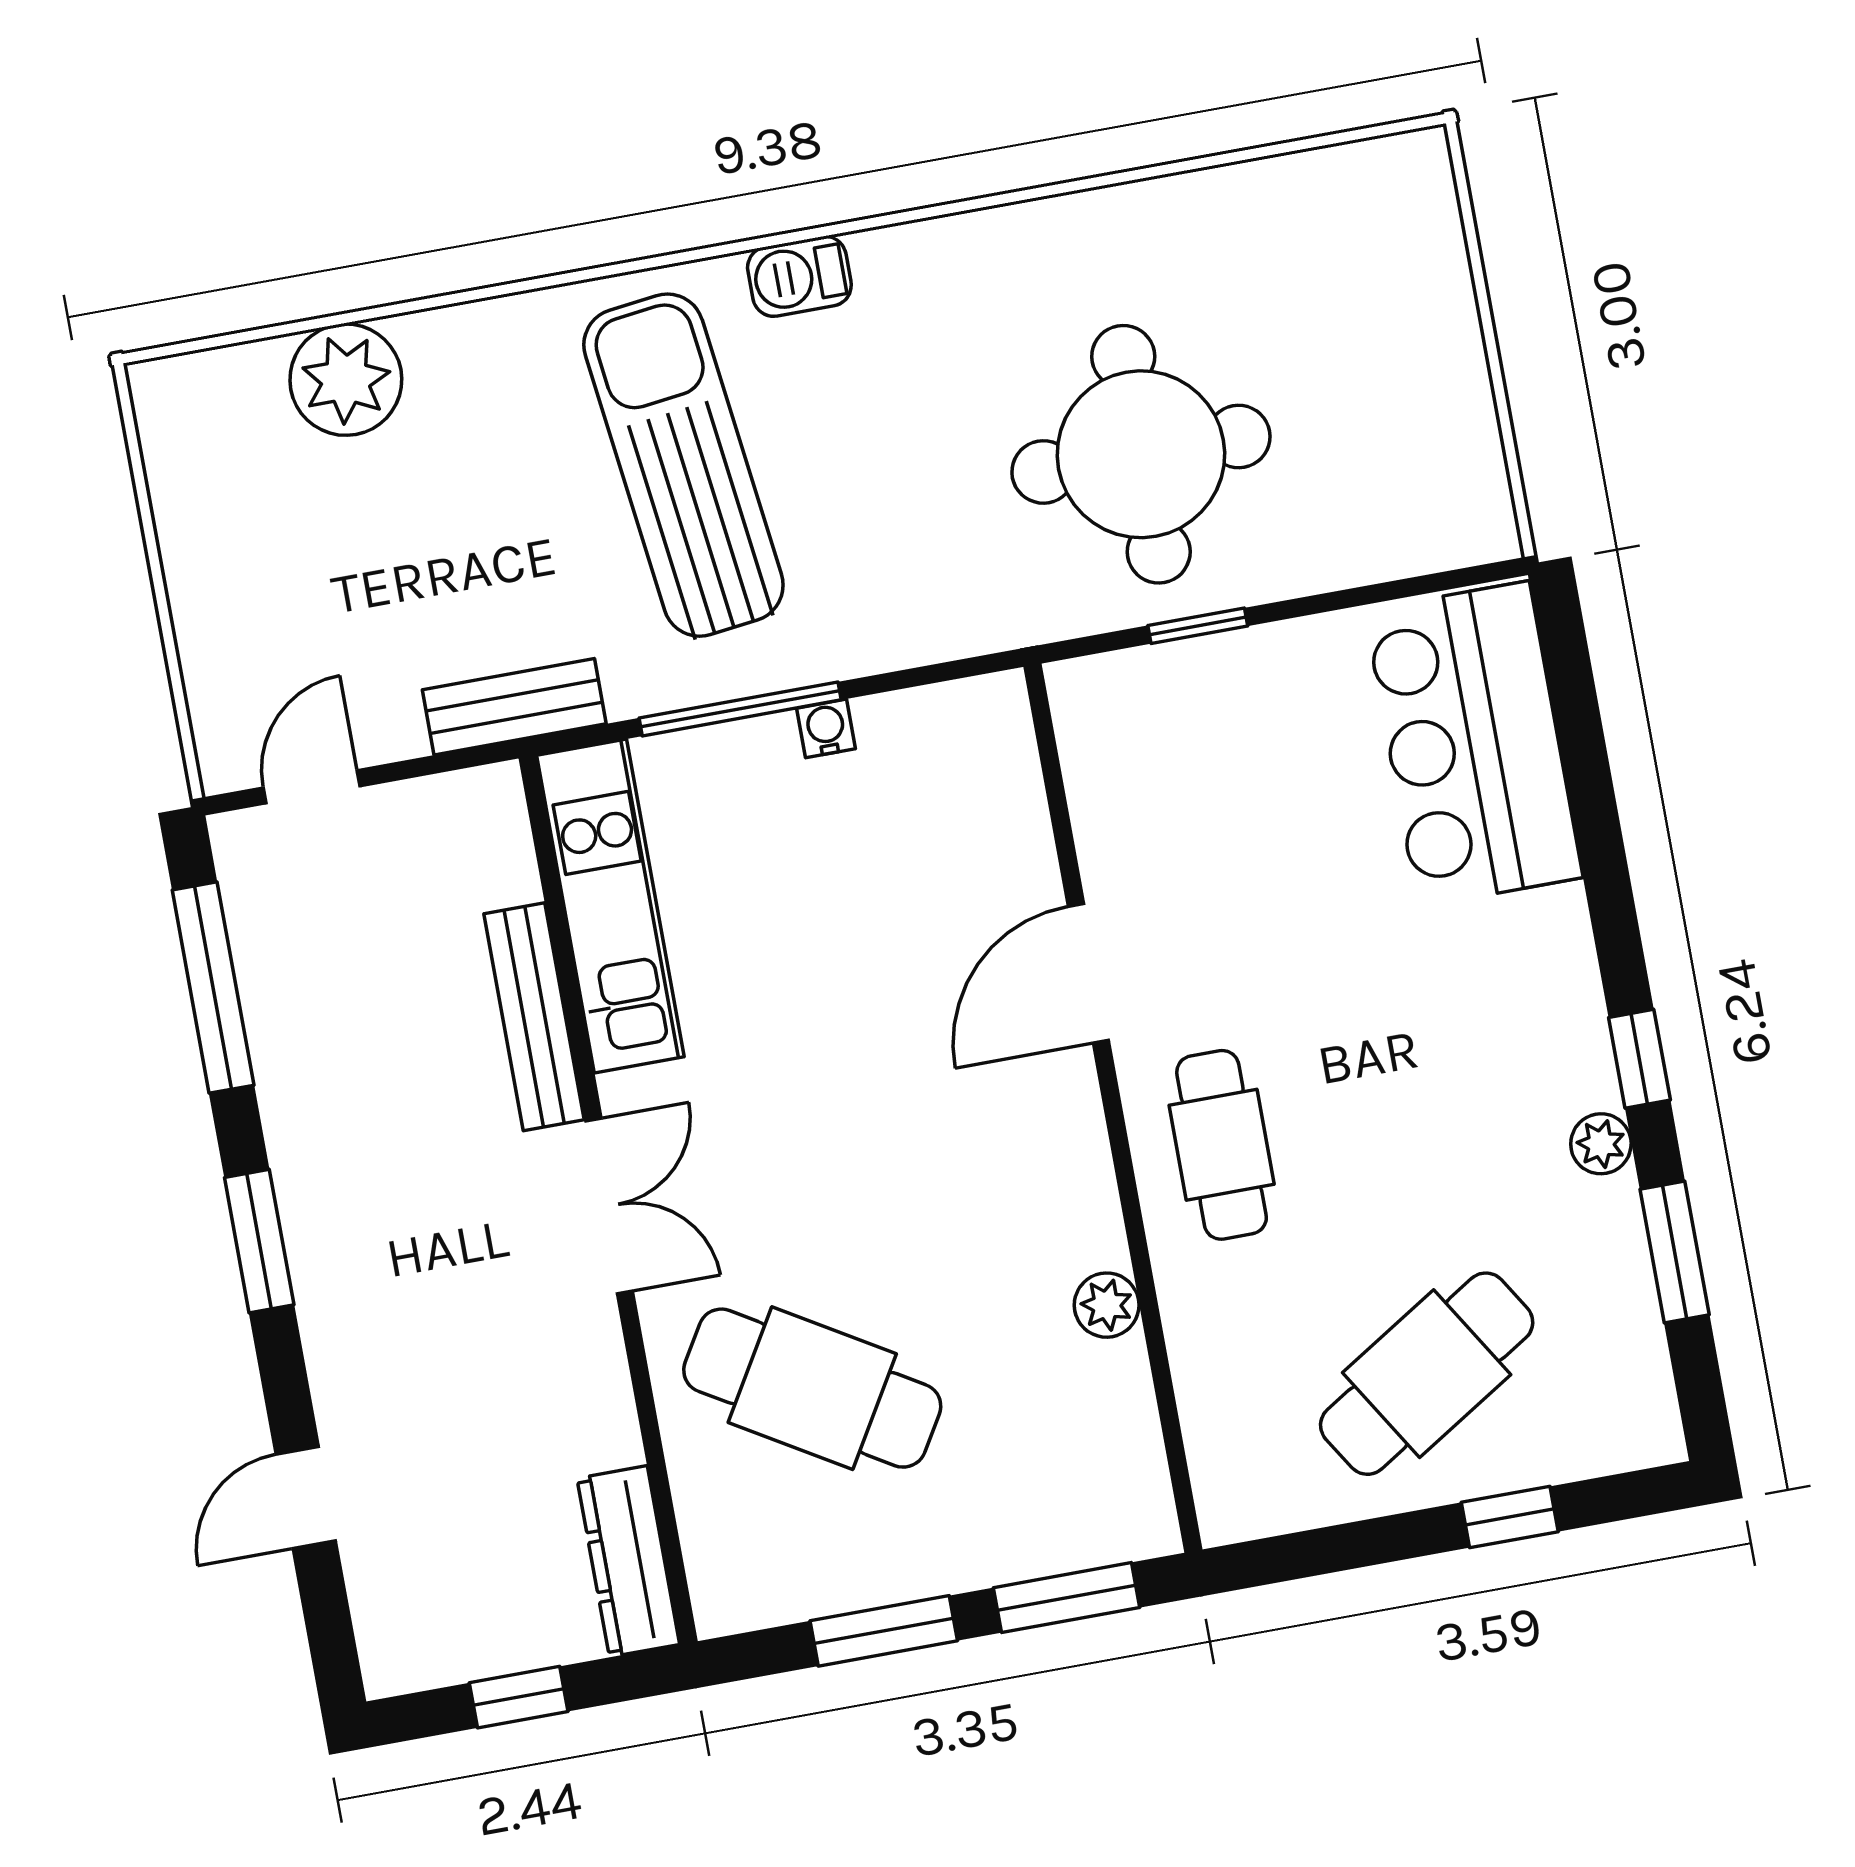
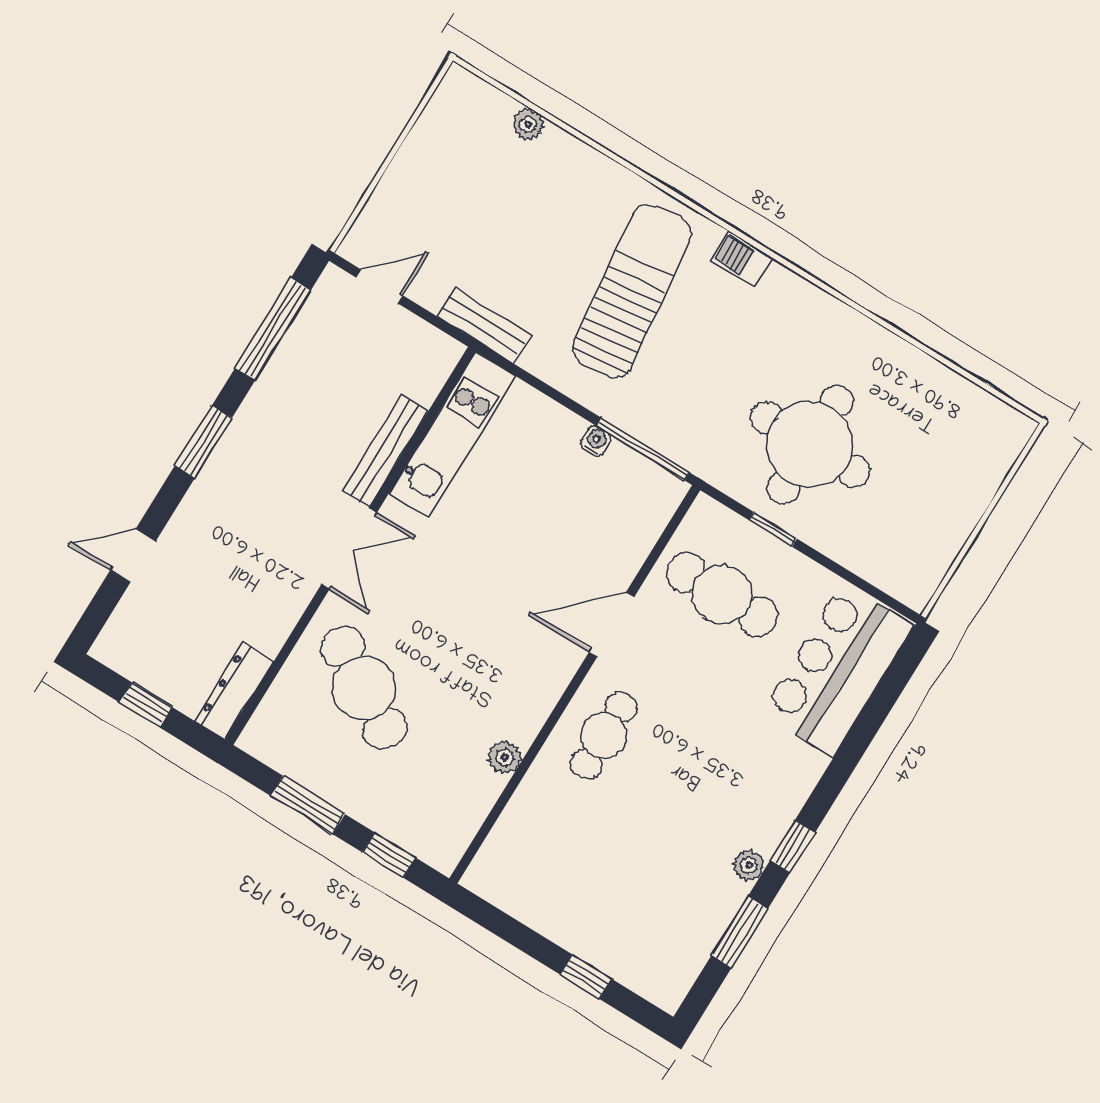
plant: (346, 380) -> (528, 124), width x0.53, depth x0.53
window: (740, 709) -> (643, 449), moved
cafe table: (1427, 1374) -> (722, 594), moved, turned 32
window: (1067, 1598) -> (389, 855), width x0.67

